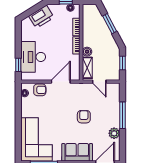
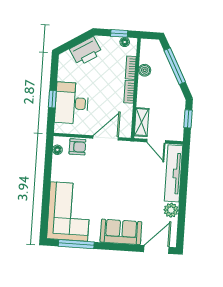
window: (110, 24) -> (175, 66), width x1.44
boiler: (87, 52) -> (145, 70), moved
window: (18, 65) -> (52, 99), moved
tv unit: (114, 105) -> (174, 173), added
window: (122, 115) -> (183, 187), removed
armchair: (84, 117) -> (133, 186), removed

